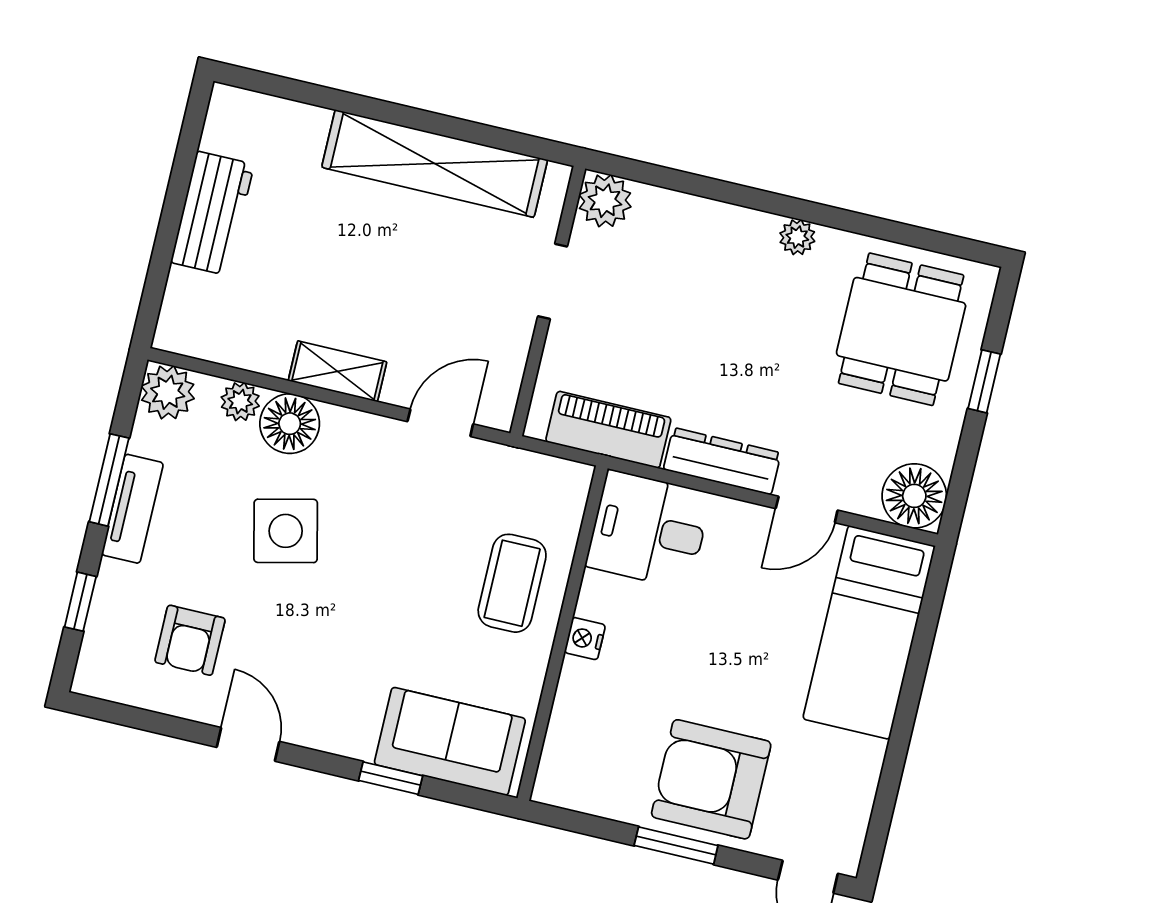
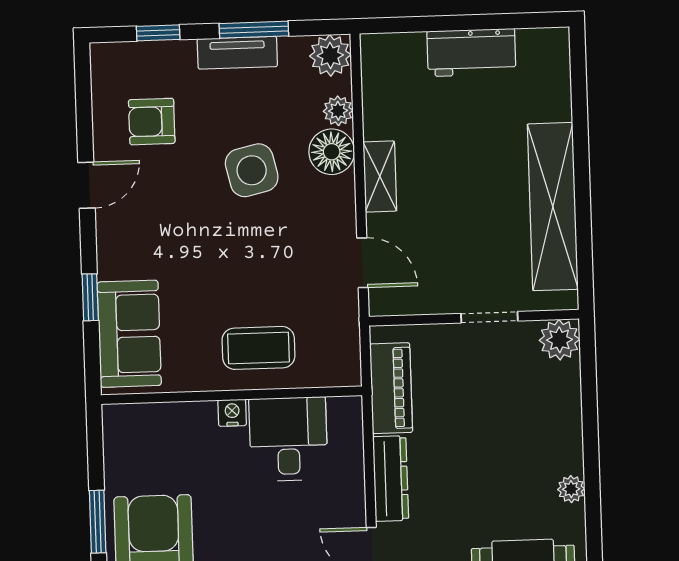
desk: (649, 530) -> (288, 439), moved

